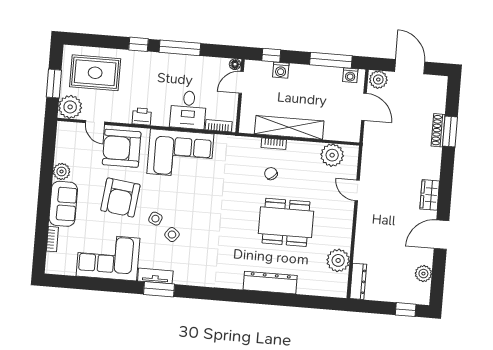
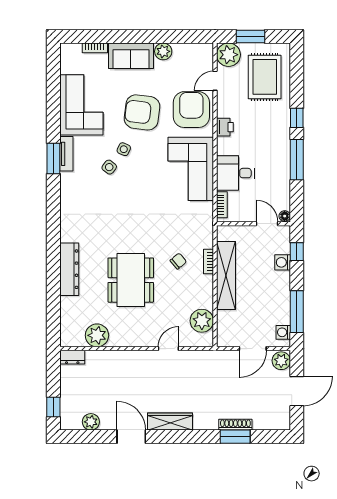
wardrobe: (430, 195) -> (170, 422), width x1.50
dresser: (358, 281) -> (72, 357), width x0.70

